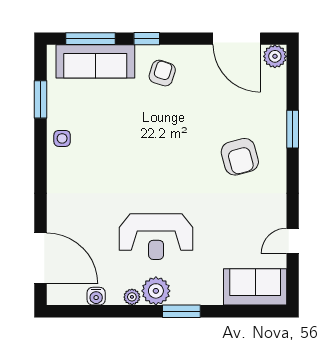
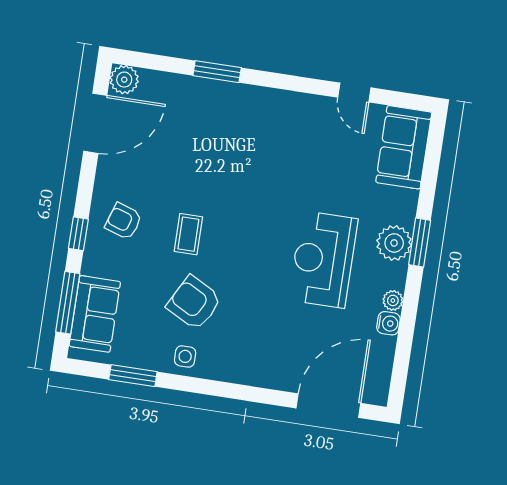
sofa: (95, 61) -> (95, 314), width x0.73
coffee table: (160, 126) -> (188, 234), added
armchair: (240, 157) -> (194, 303), moved, turned -137
reception desk: (156, 237) -> (323, 260), turned 180
plant: (156, 291) -> (394, 243), moved
water cooler: (96, 296) -> (388, 323), moved

